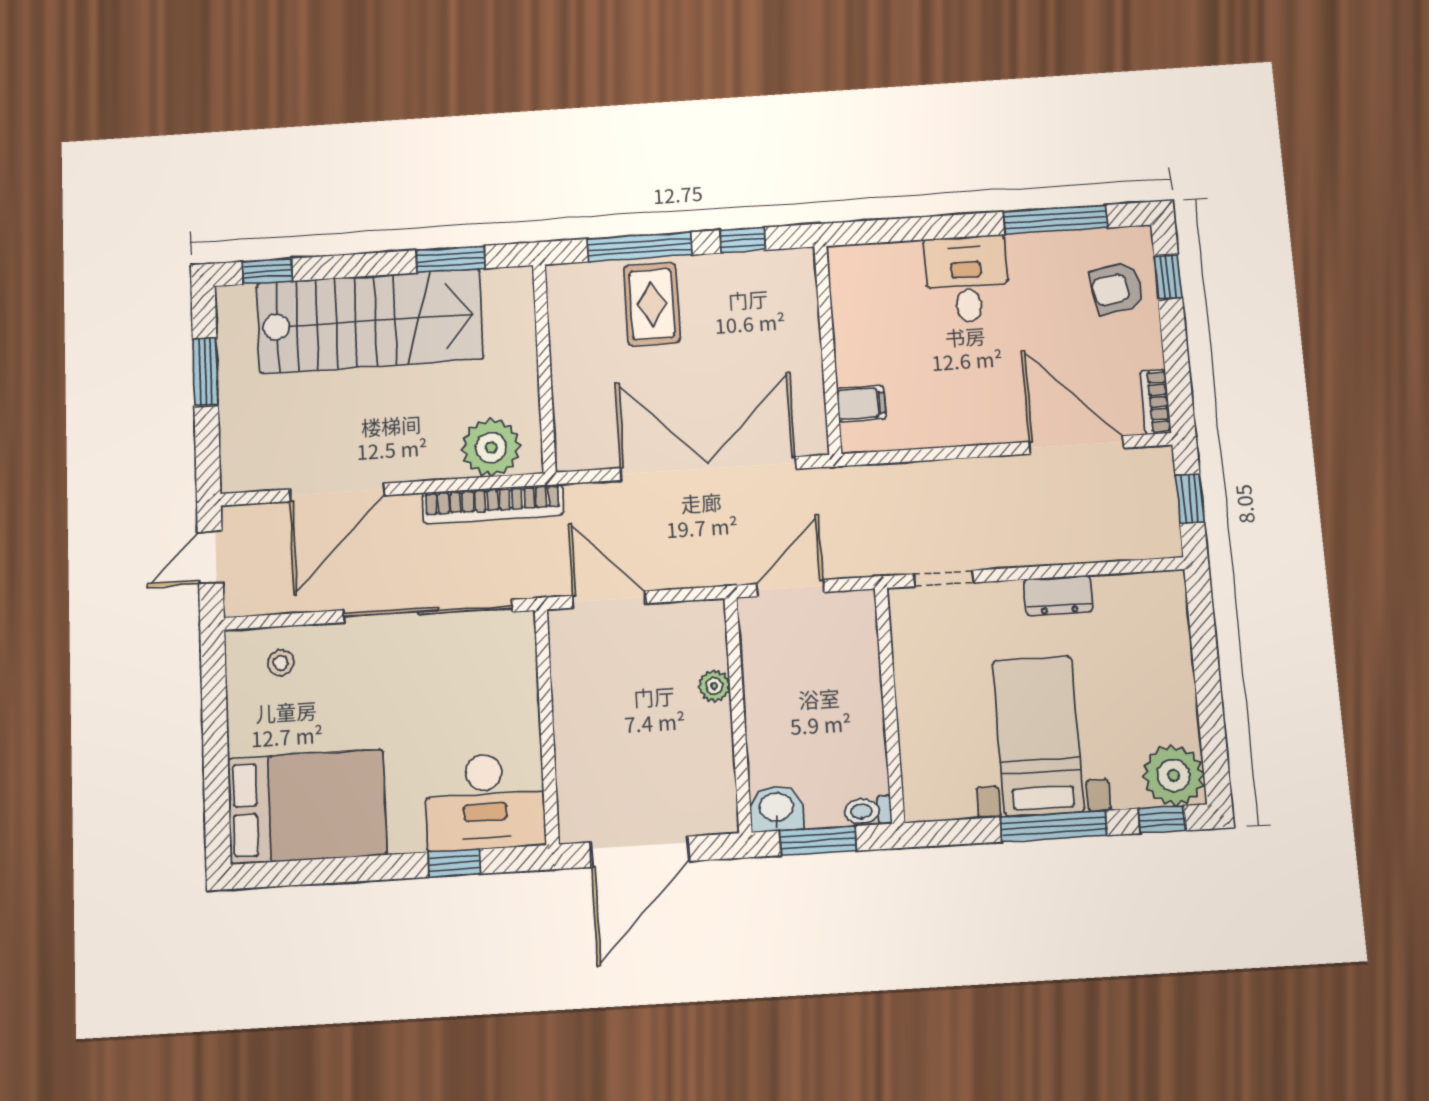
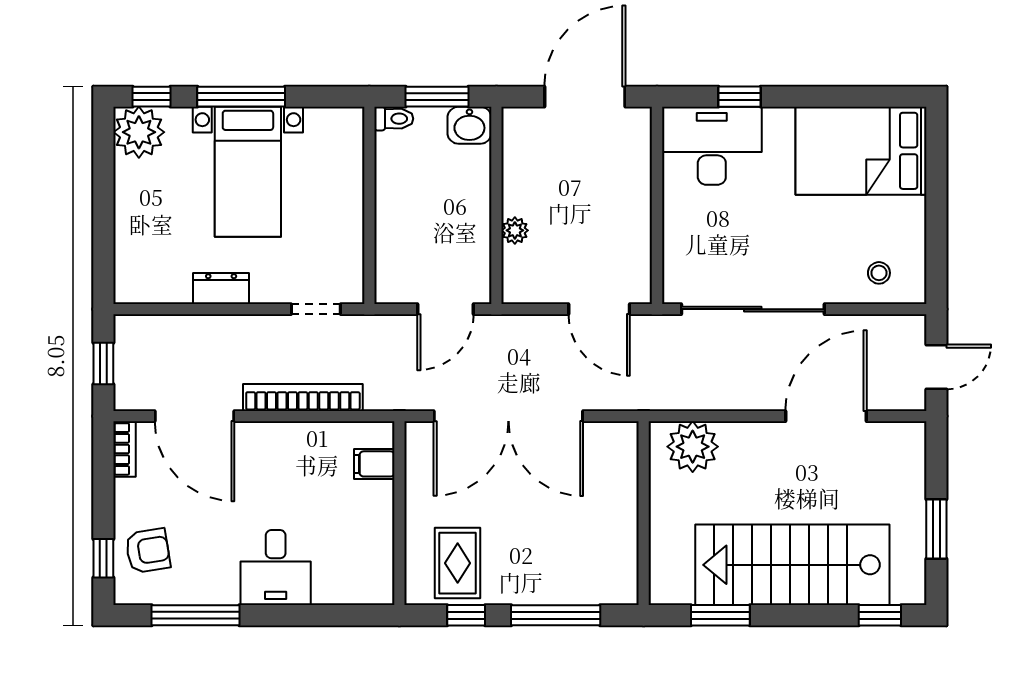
rug: (652, 304) -> (458, 563), moved
bookcase: (493, 504) -> (303, 398), moved

